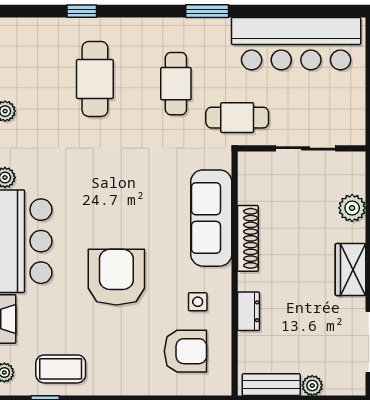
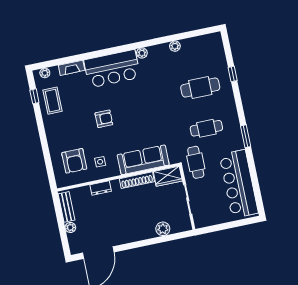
wardrobe: (351, 270) -> (168, 176), moved, turned 180
armchair: (116, 277) -> (104, 119), width x0.53, depth x0.53

